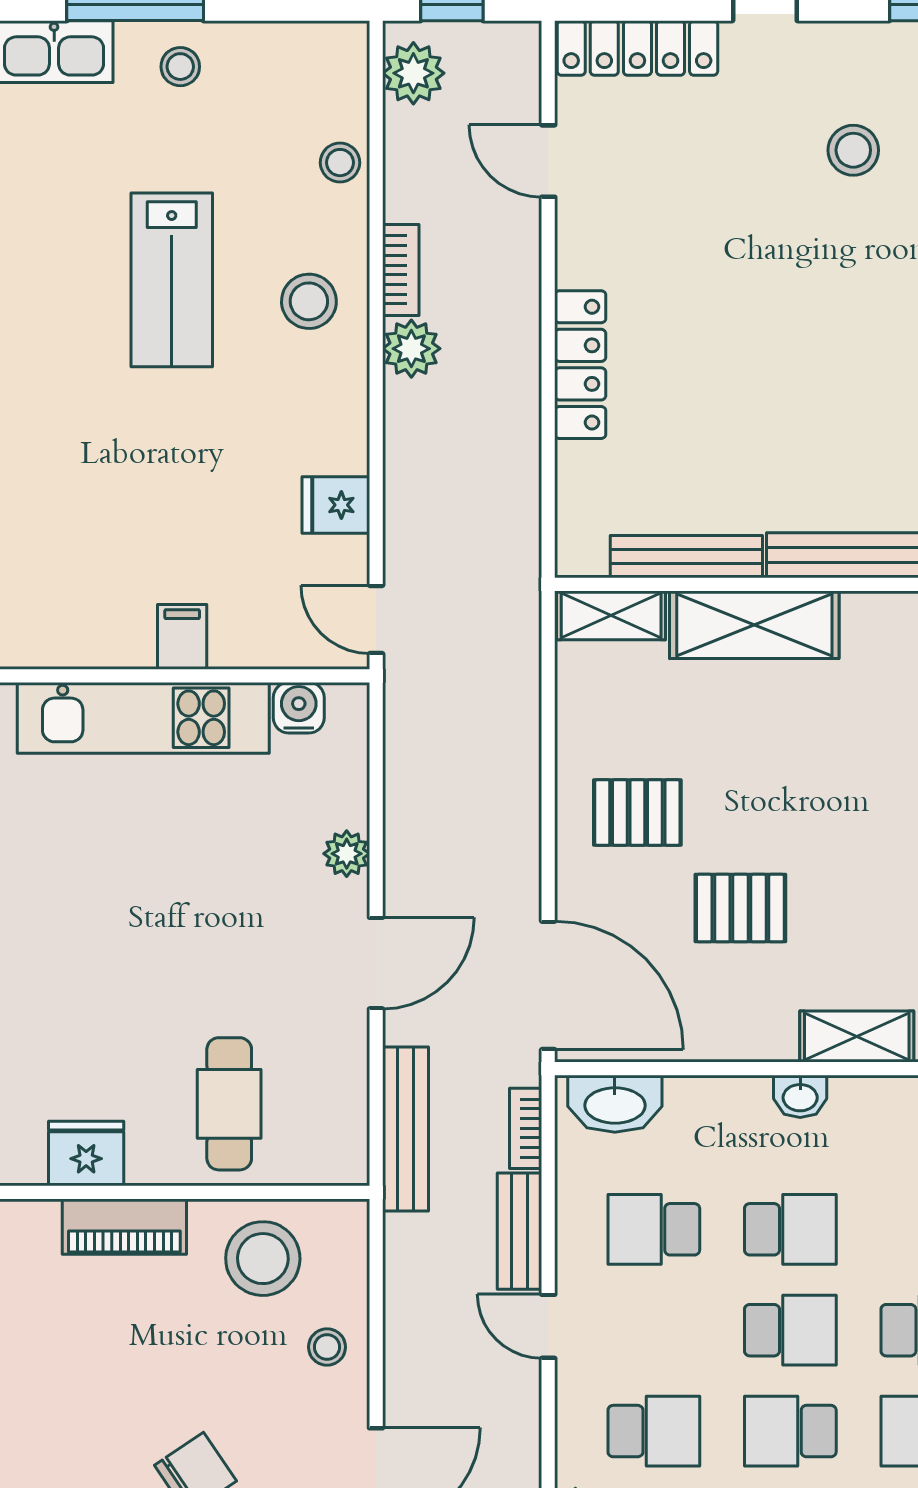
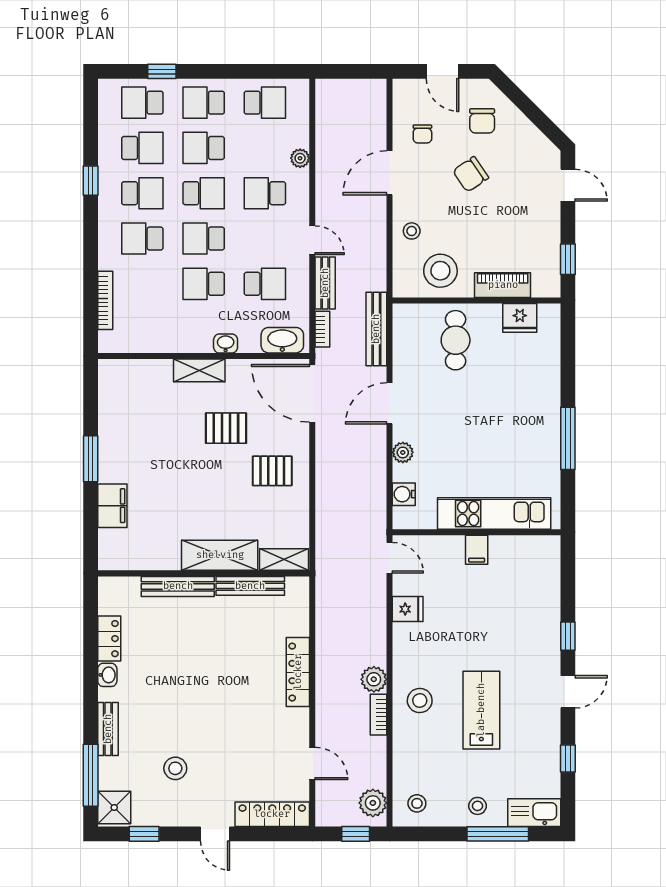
stool: (340, 163) -> (417, 803), moved
water cooler: (299, 708) -> (404, 494), moved, turned 90
shelving: (857, 1037) -> (199, 370), moved
washbasin: (800, 1096) -> (226, 343), moved

